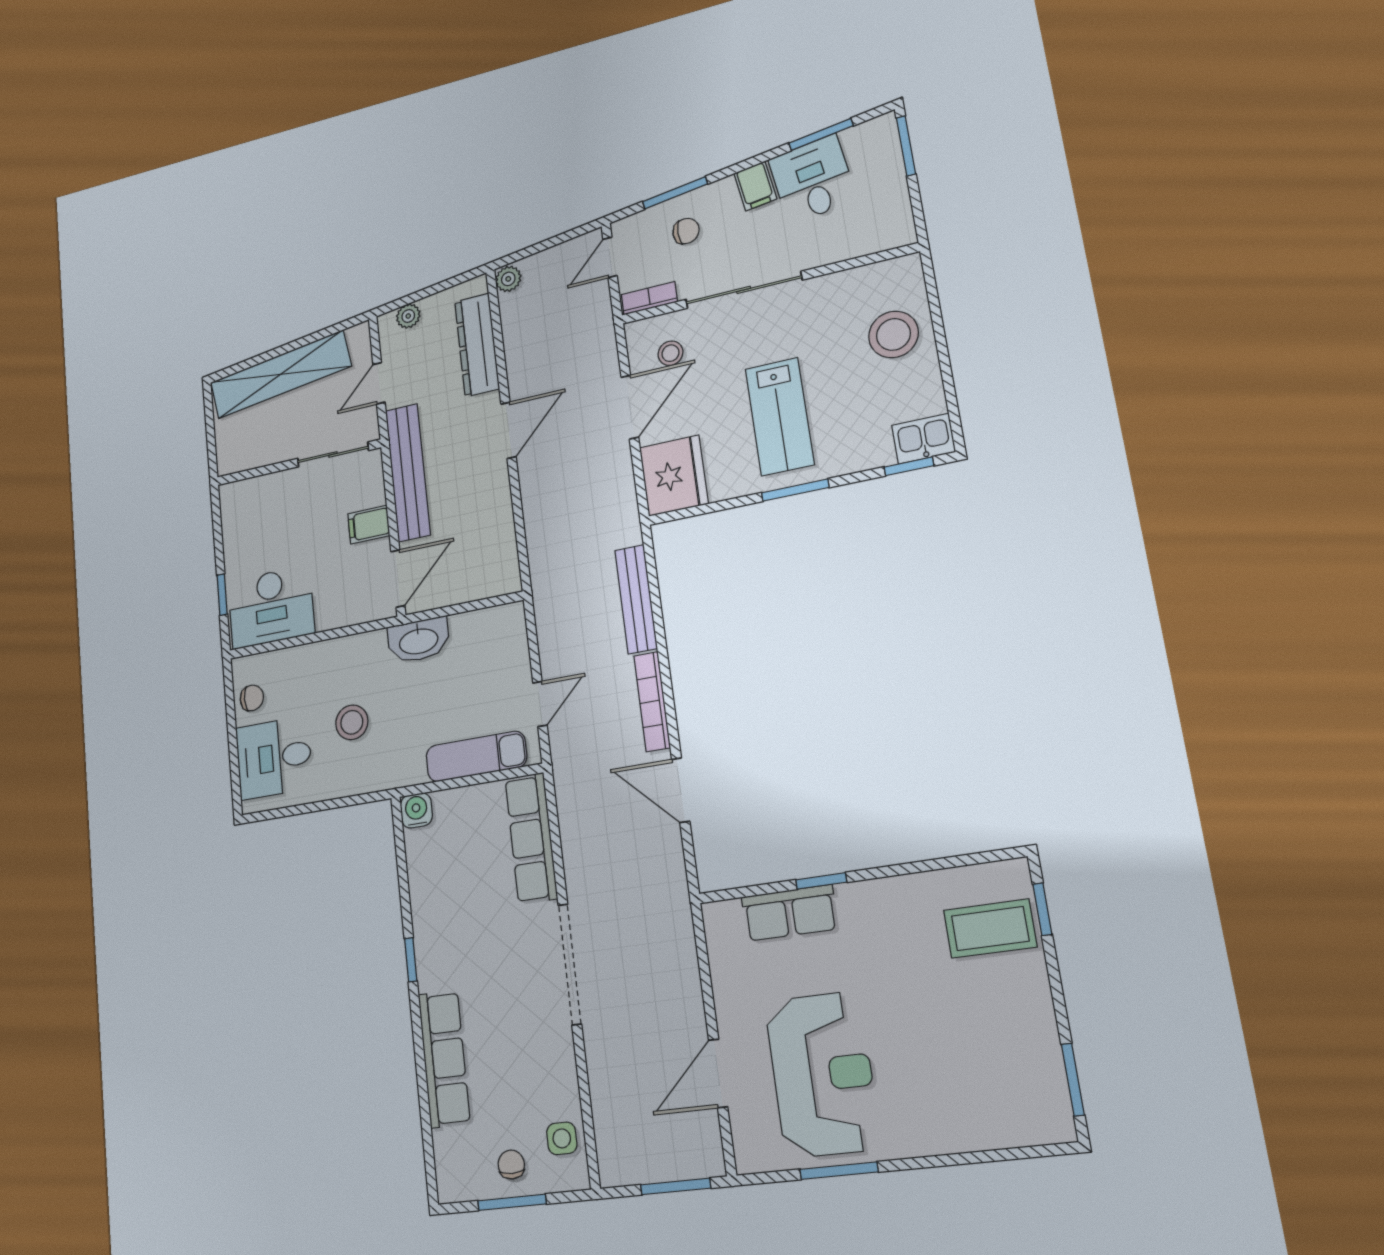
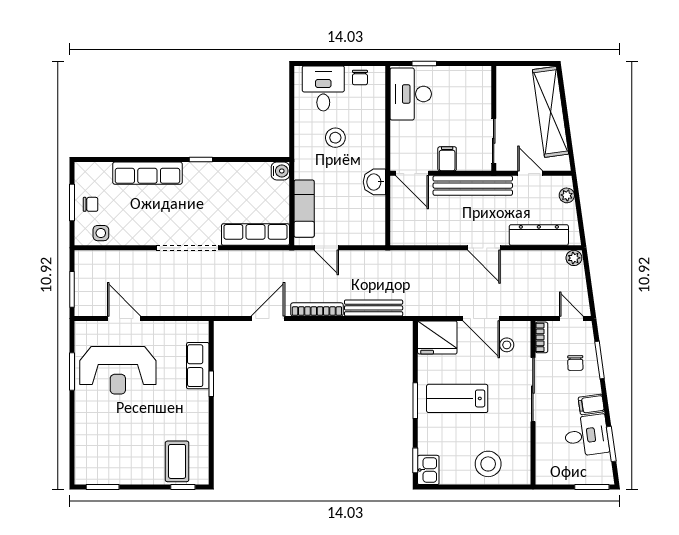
washbasin: (418, 640) -> (374, 182), width x0.72

